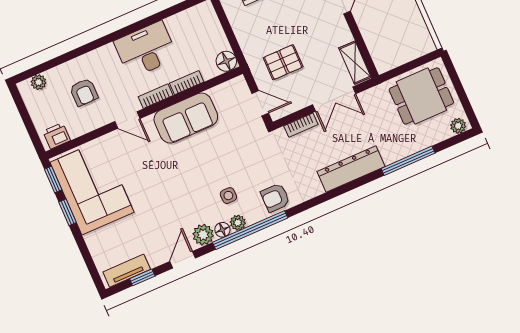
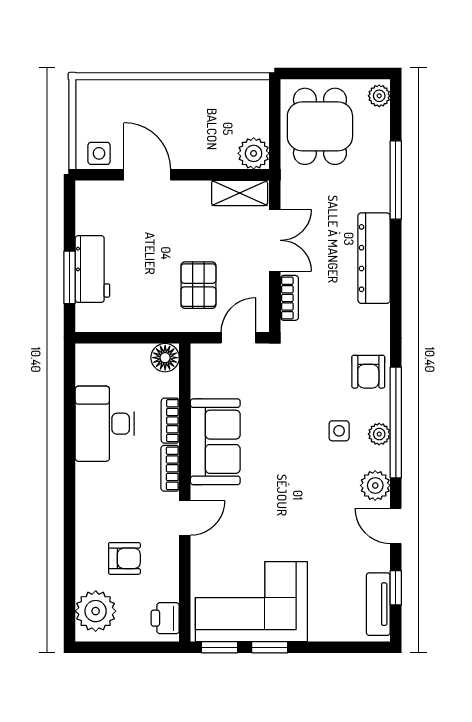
desk: (146, 50) -> (105, 424), moved
plant: (385, 60) -> (254, 153), added
plant: (39, 82) -> (96, 611), width x1.88, depth x1.88
floor lamp: (222, 230) -> (380, 458), removed

